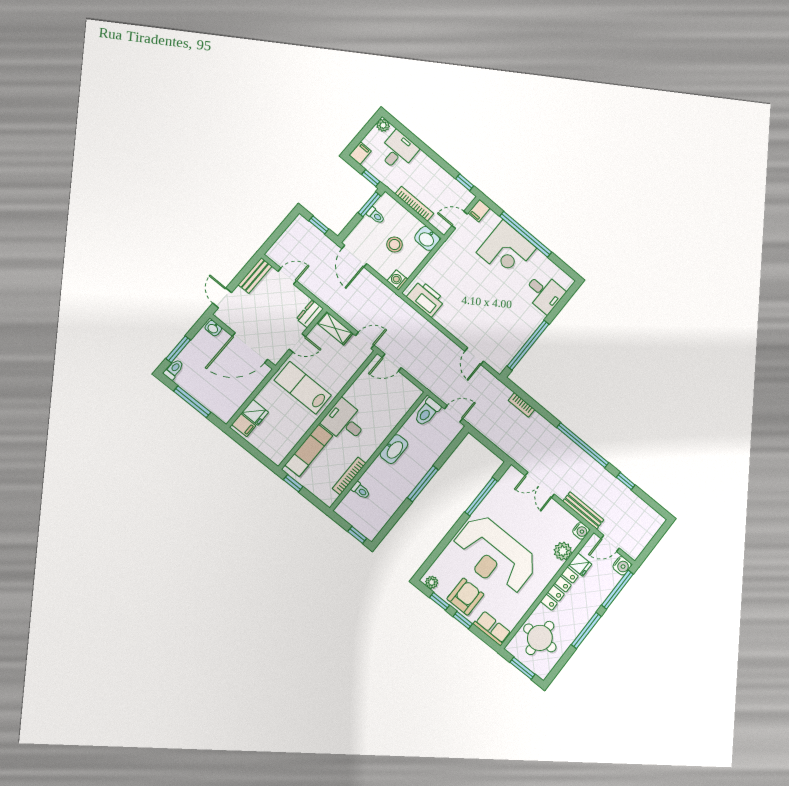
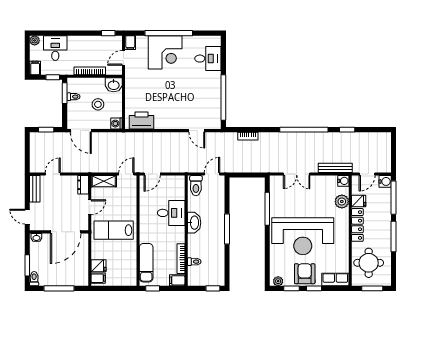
desk: (345, 421) -> (171, 213), moved, turned 180
filing cabinet: (326, 496) -> (177, 280), added

